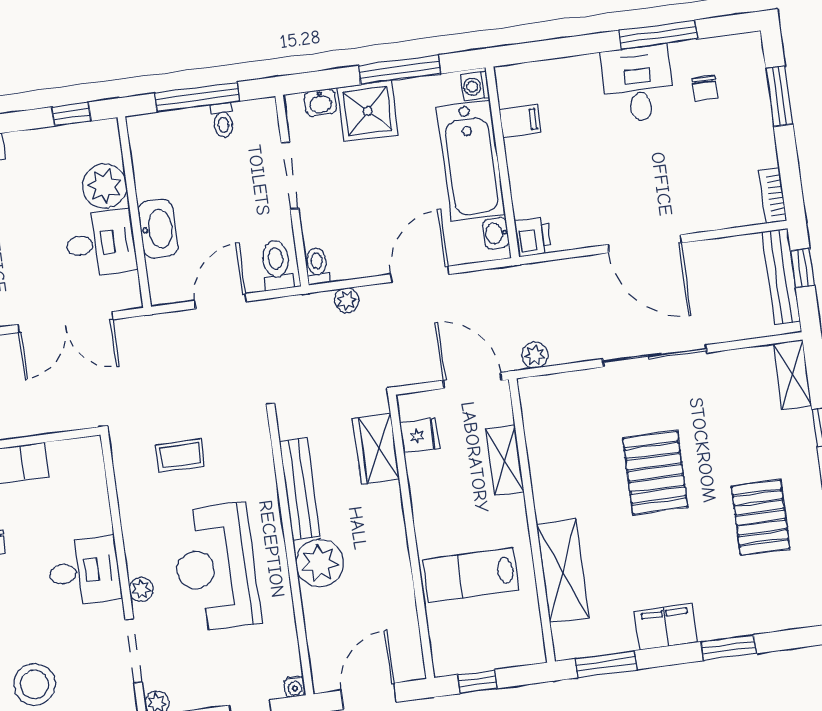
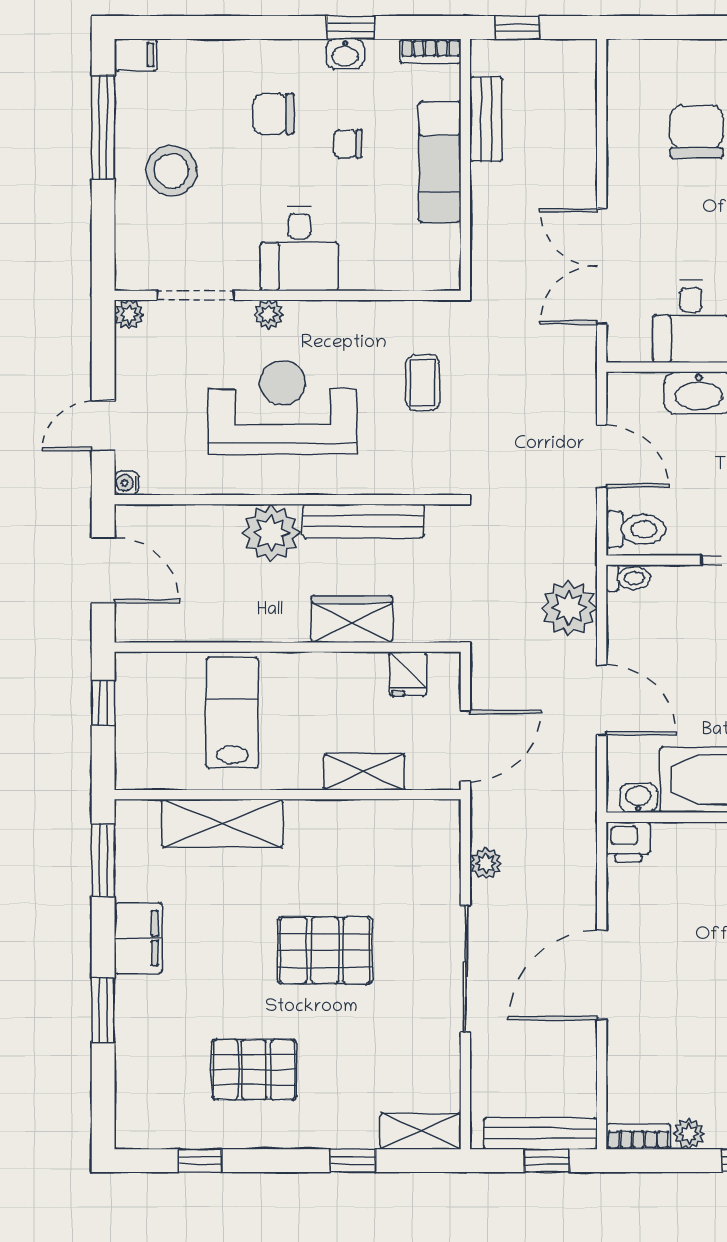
plant: (765, 155) -> (689, 1134), added
plant: (347, 300) -> (569, 608), width x1.88, depth x1.88
plant: (535, 355) -> (486, 863), moved
wardrobe: (376, 449) -> (352, 619), moved

